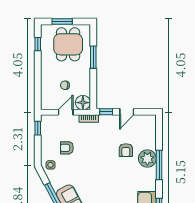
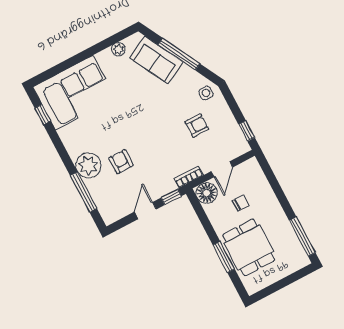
window: (62, 22) -> (286, 281), removed
window: (38, 44) -> (302, 237), width x2.17
dining table: (68, 44) -> (249, 247), moved
window: (159, 165) -> (84, 192), moved

